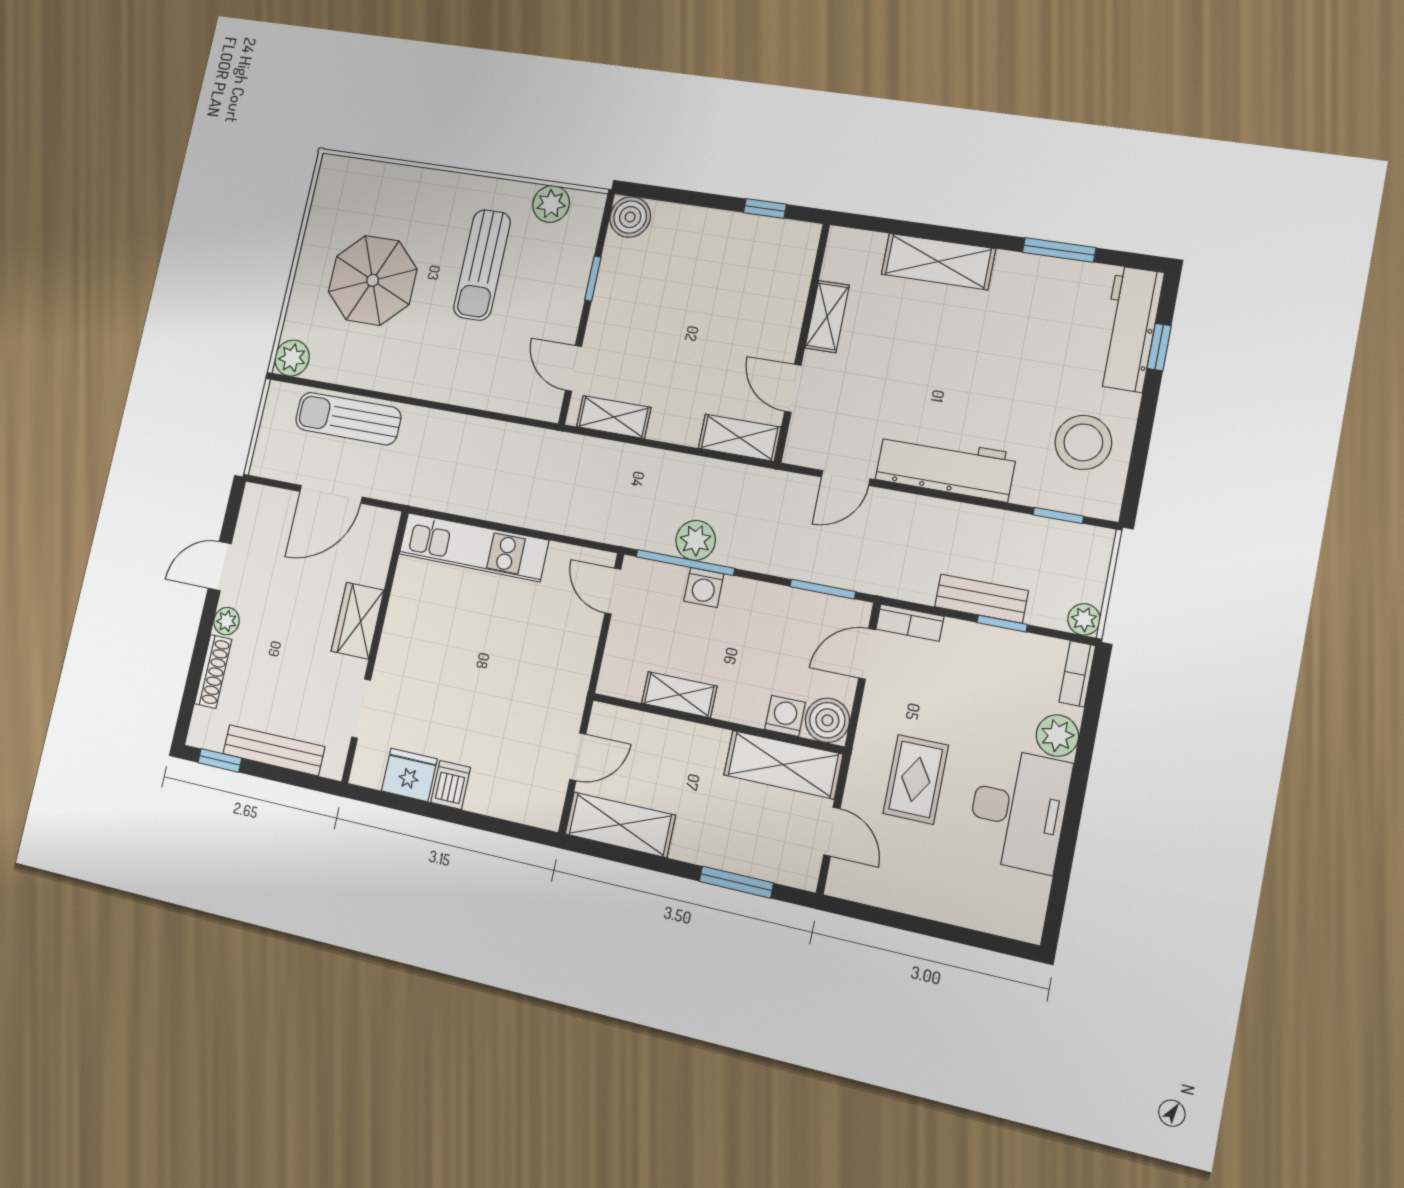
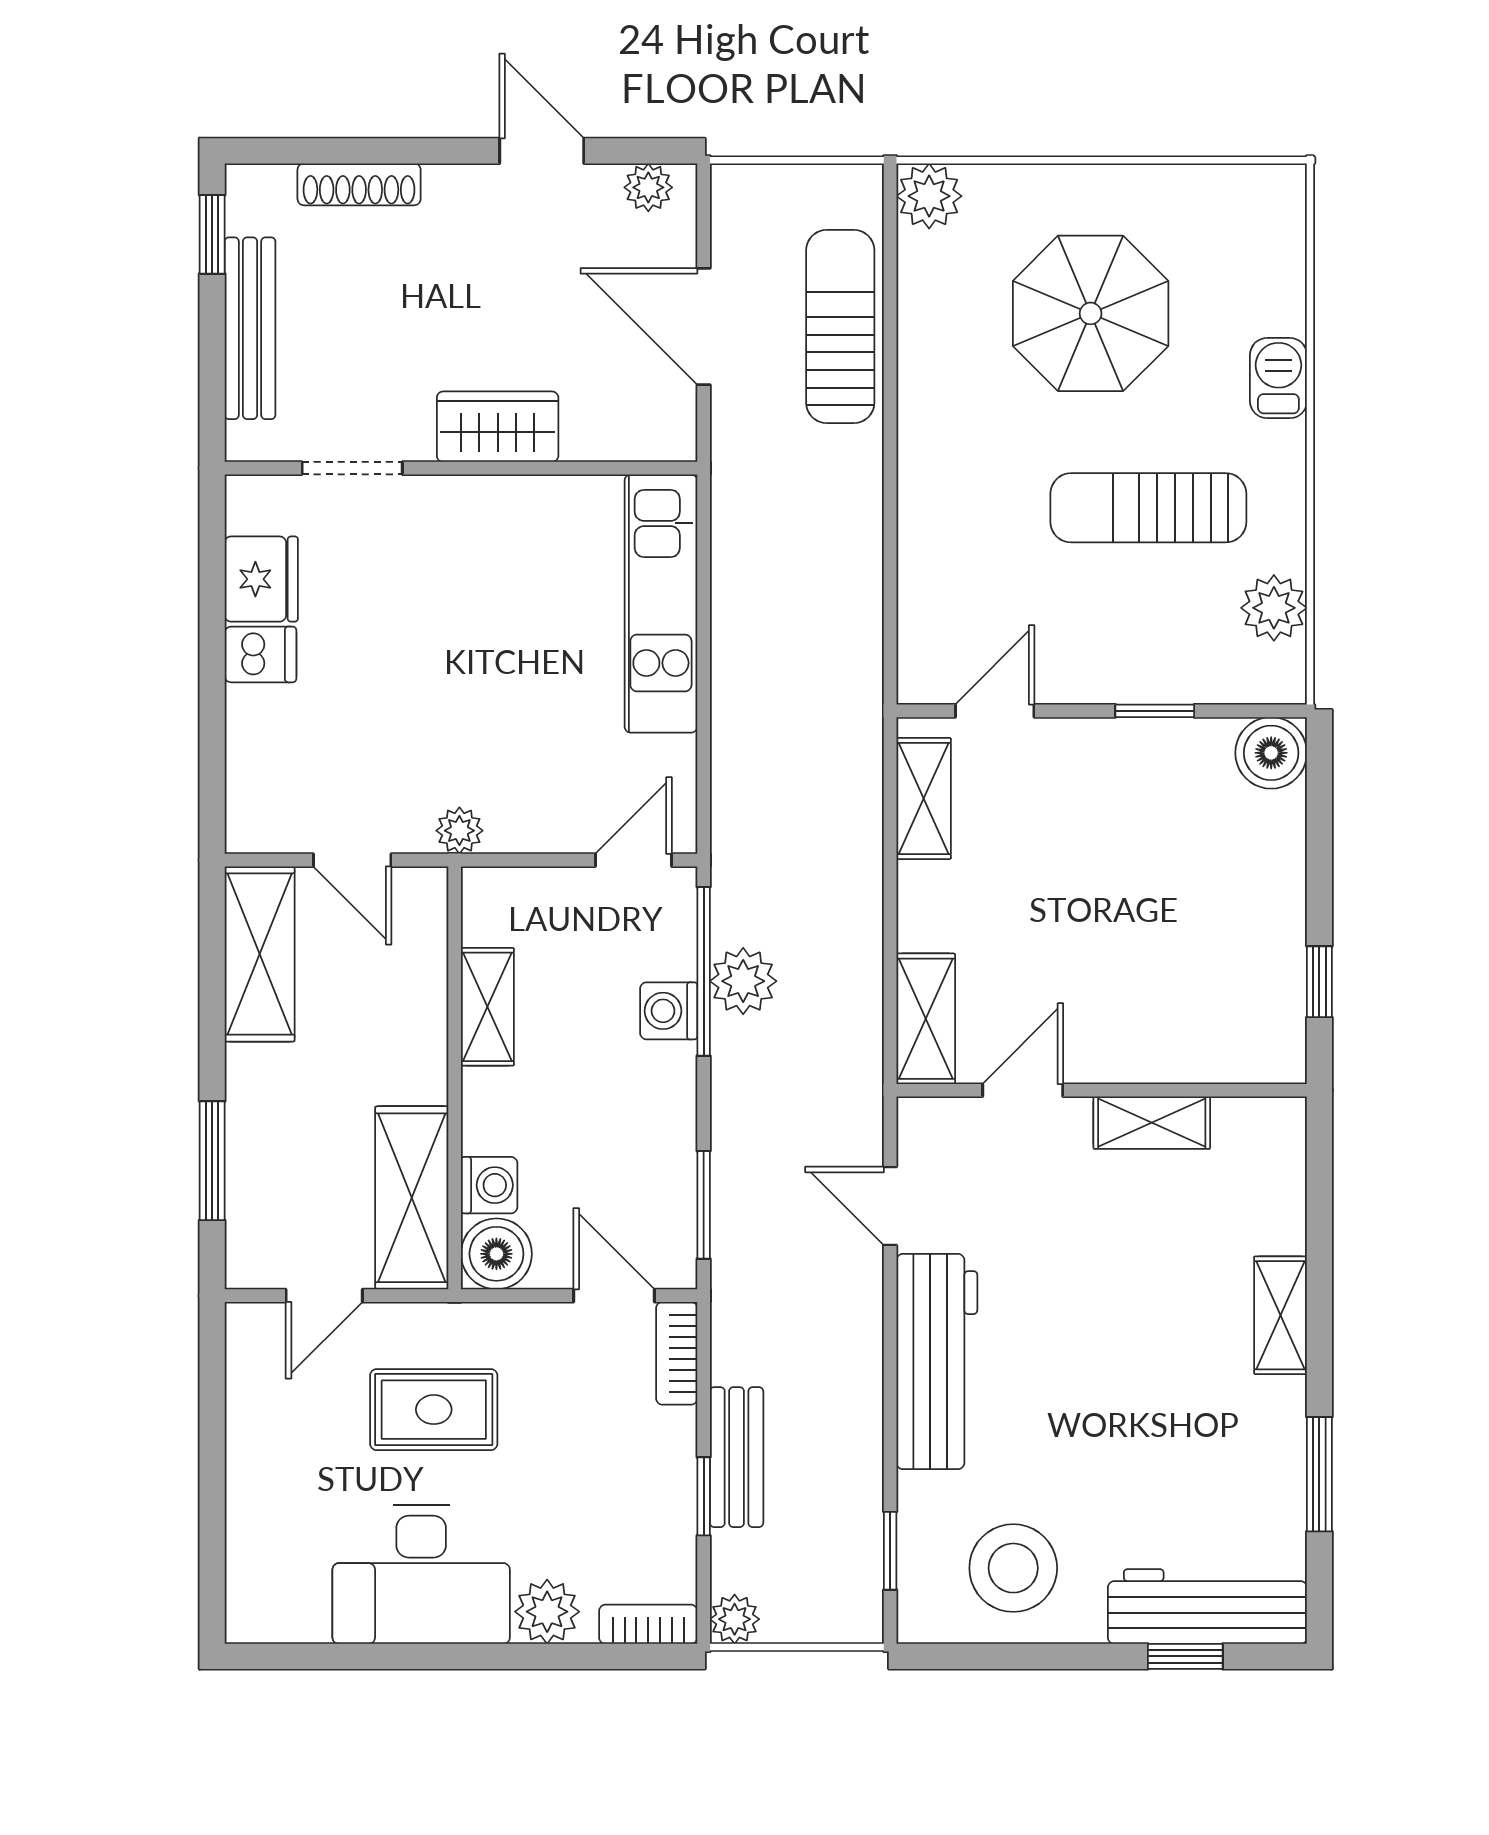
barbecue: (429, 184) -> (1278, 378), added
shelving: (938, 261) -> (1280, 1315), width x0.67, depth x0.75
plant: (227, 621) -> (648, 187), moved
plant: (574, 690) -> (459, 831), added

